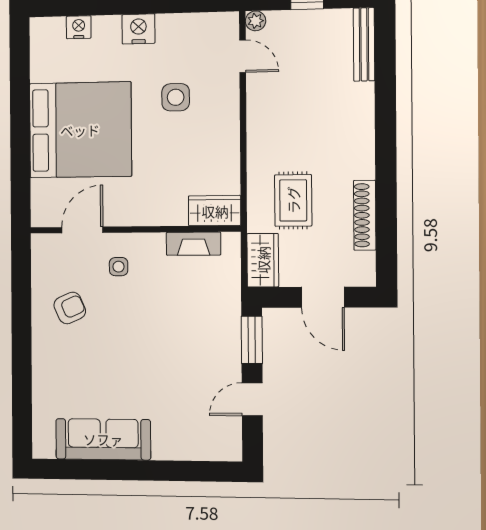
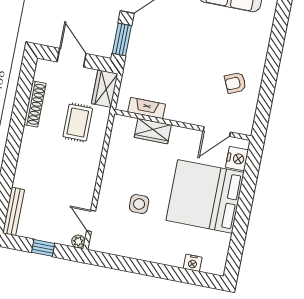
nightstand: (138, 29) -> (237, 159), moved, turned -90
wardrobe: (215, 211) -> (153, 131), moved
side table: (119, 267) -> (198, 103), removed

